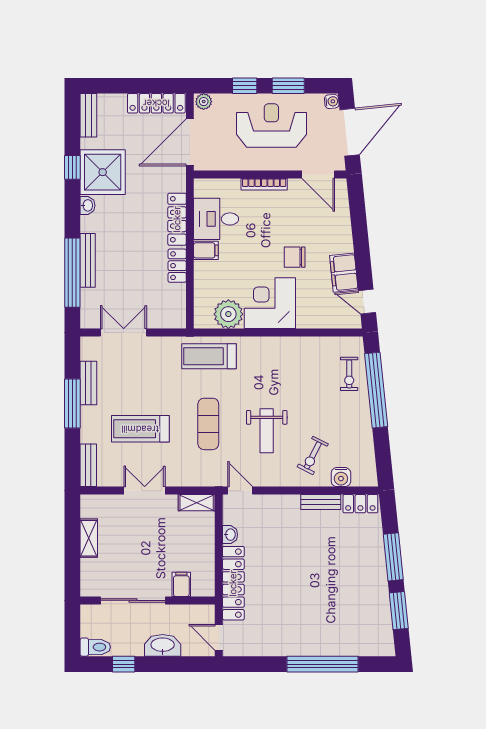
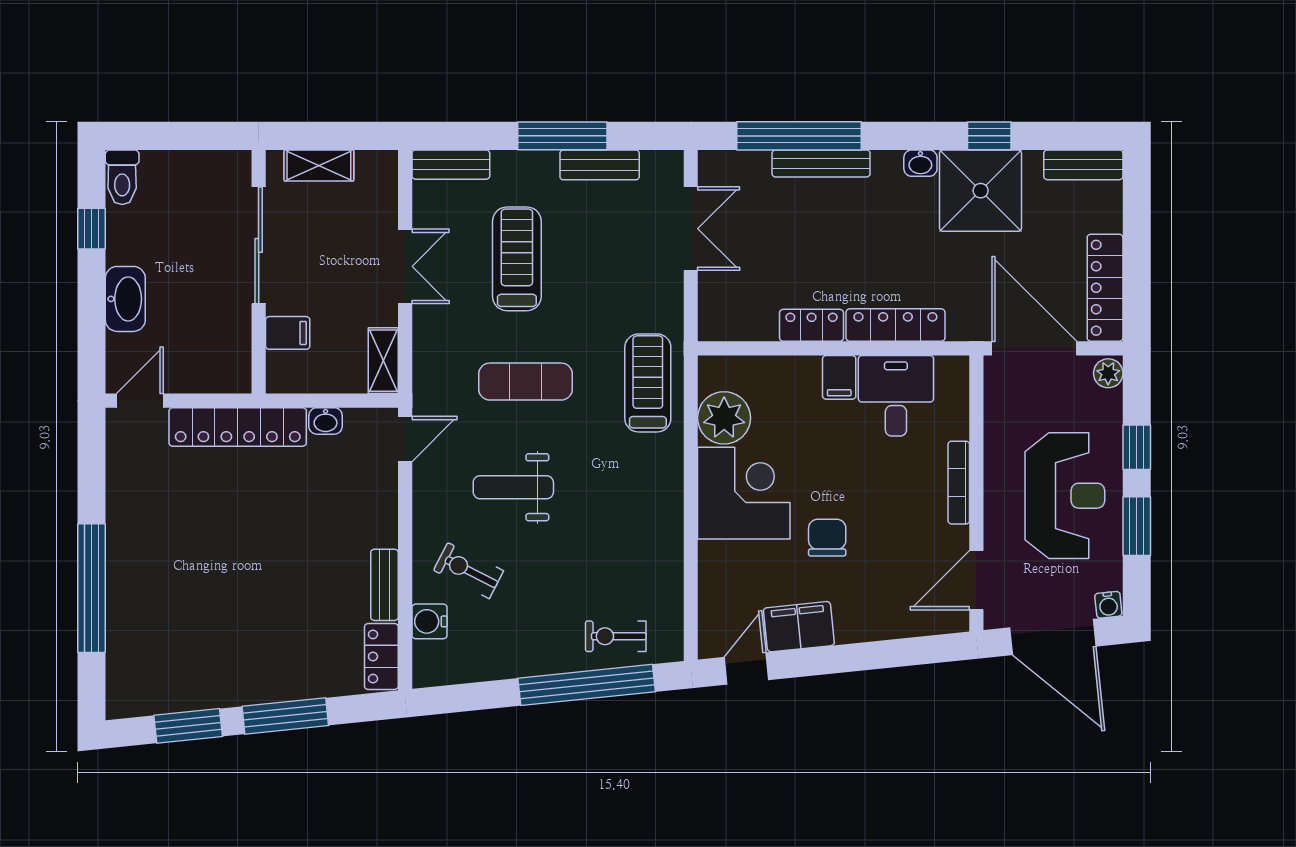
filing cabinet: (181, 584) -> (288, 333), moved
sliding door: (133, 600) -> (259, 245), moved
wall: (147, 600) -> (259, 272), moved

